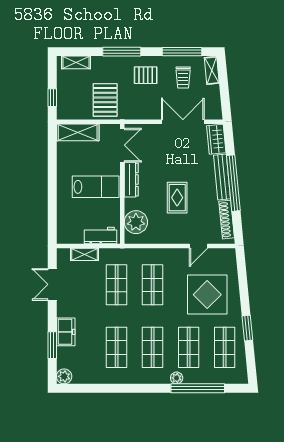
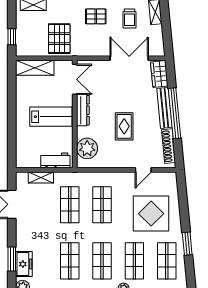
freezer: (66, 332) -> (24, 264), moved

